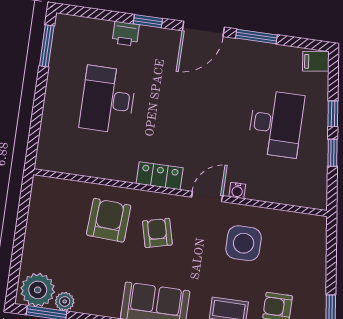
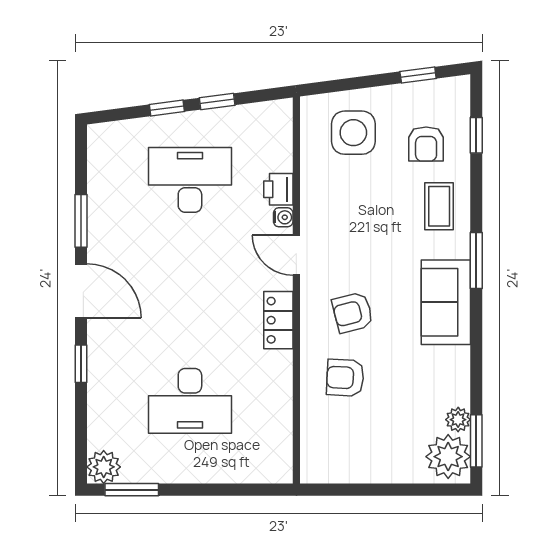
plant: (67, 27) -> (104, 467), added
printer: (126, 34) -> (278, 189), moved, turned 180
filing cabinet: (316, 61) -> (102, 140), removed
armchair: (109, 220) -> (345, 378), width x0.72, depth x0.72
side table: (244, 243) -> (353, 133), moved

